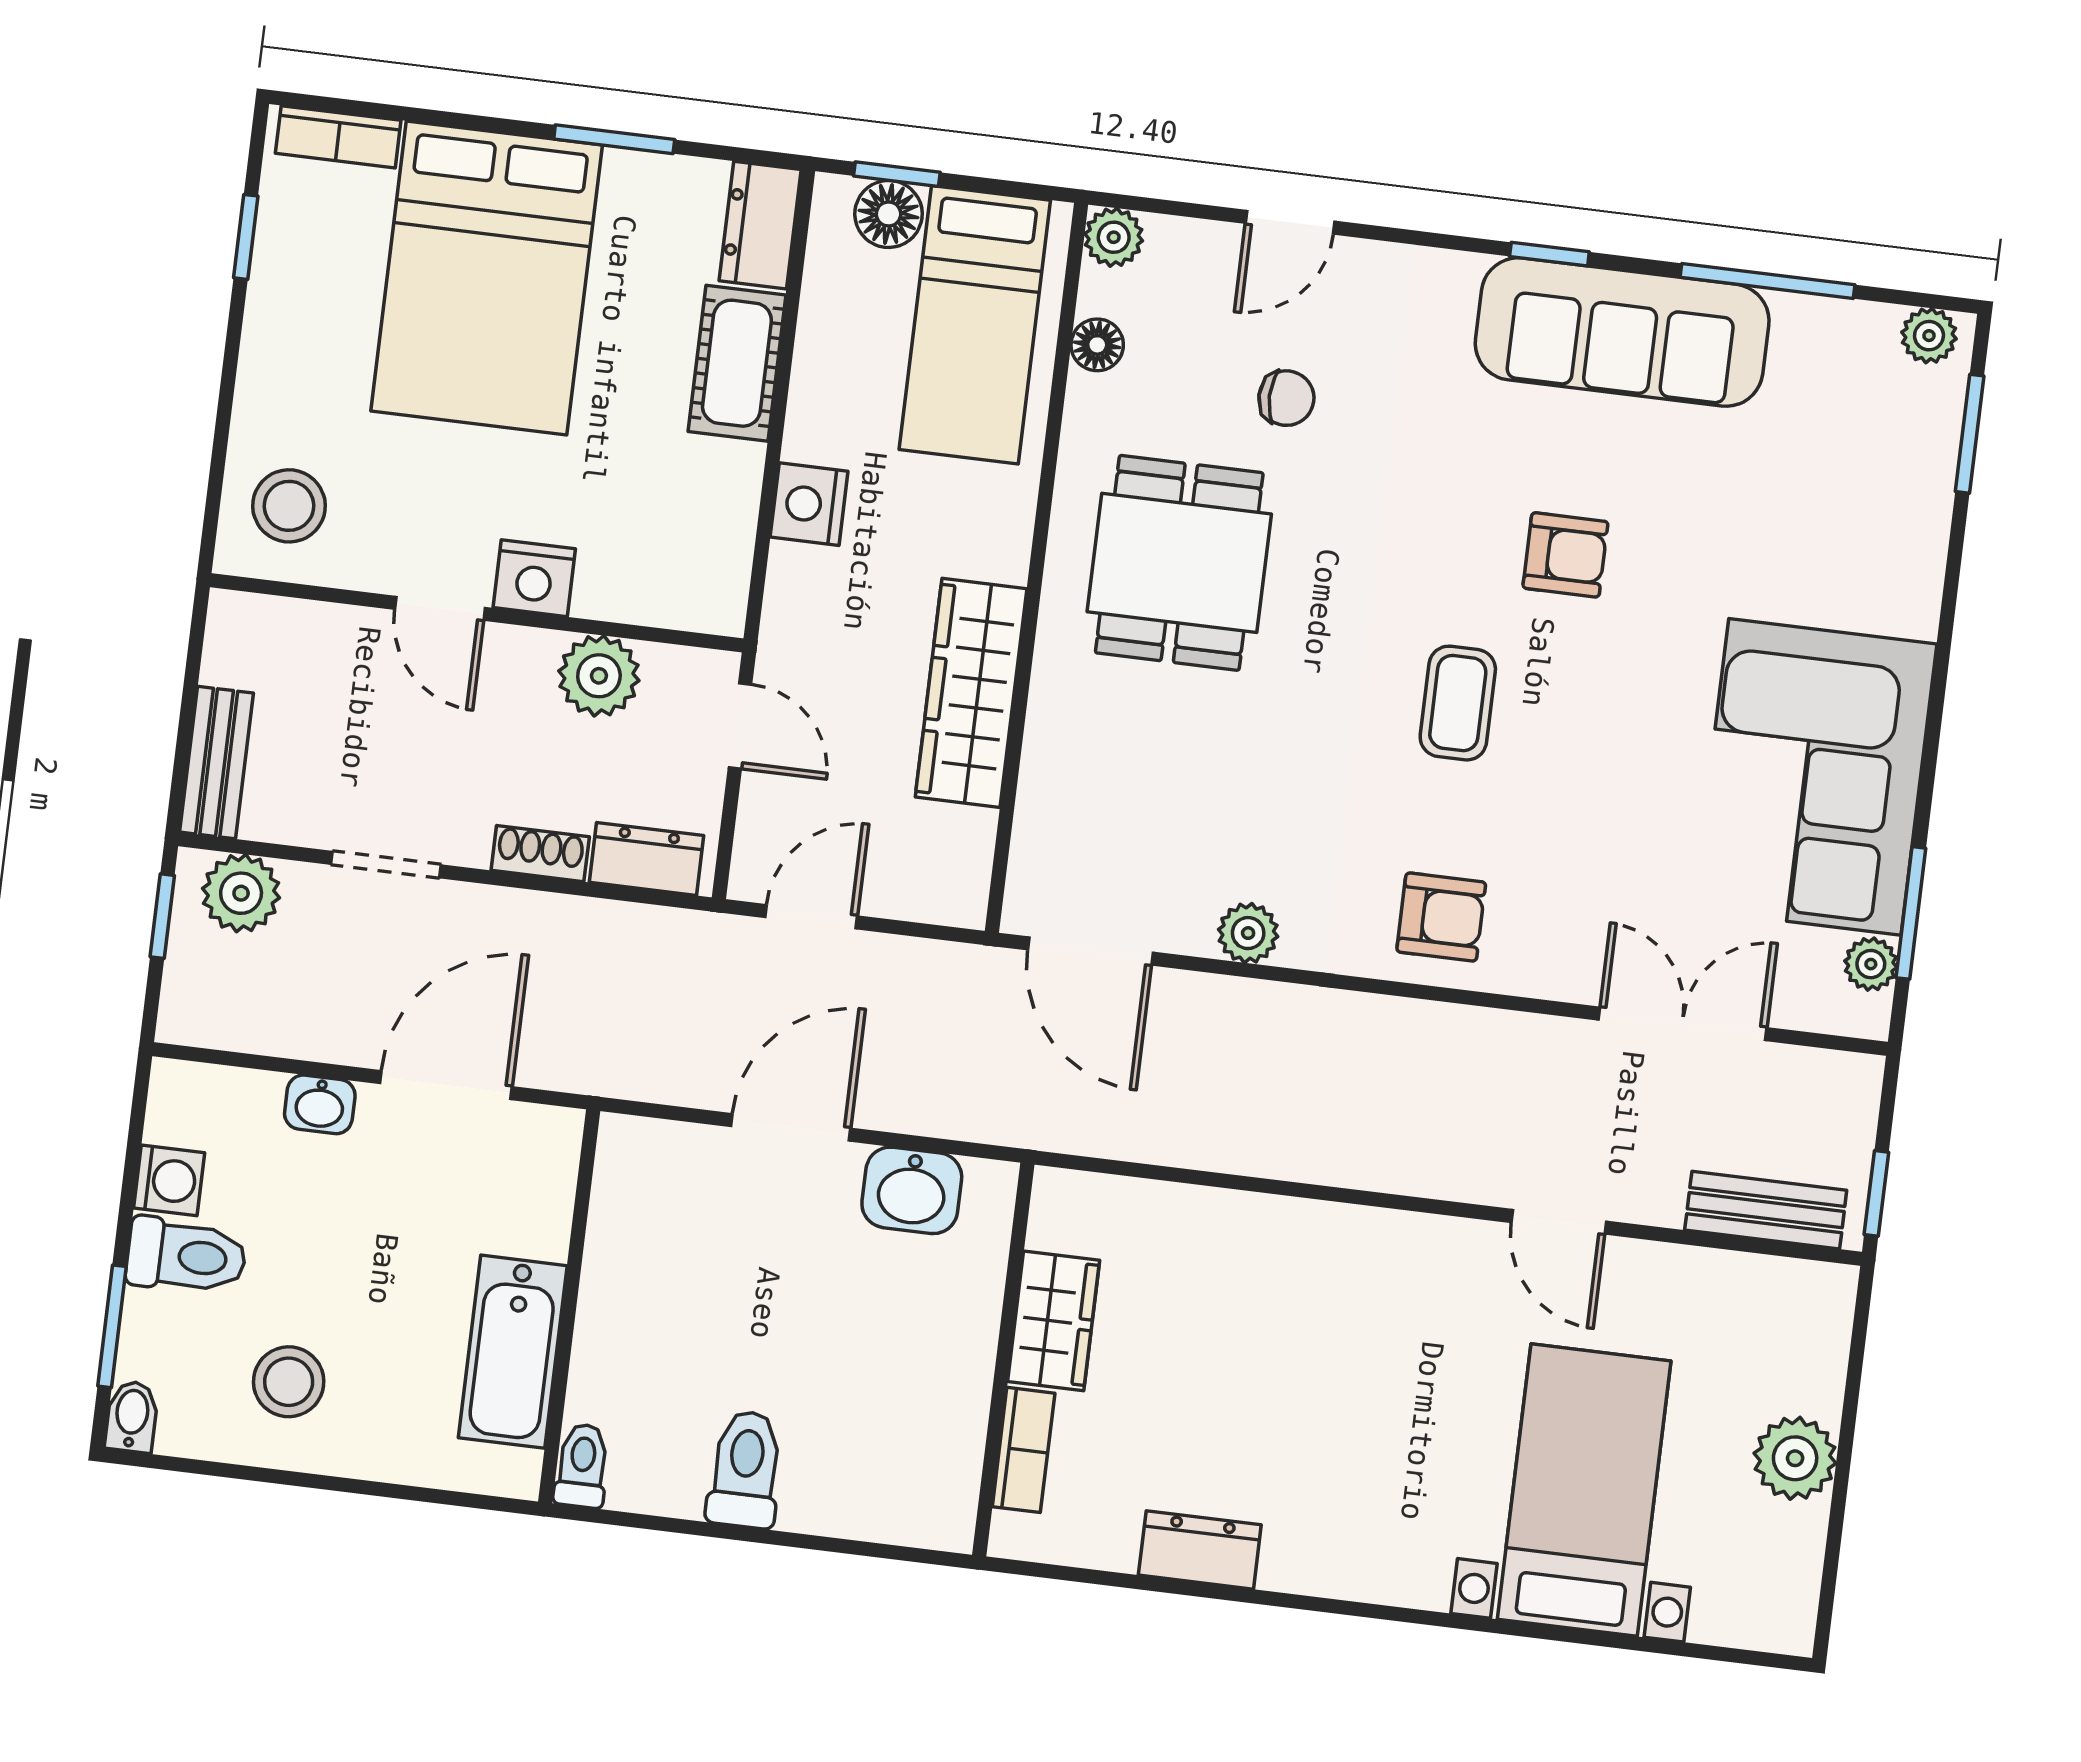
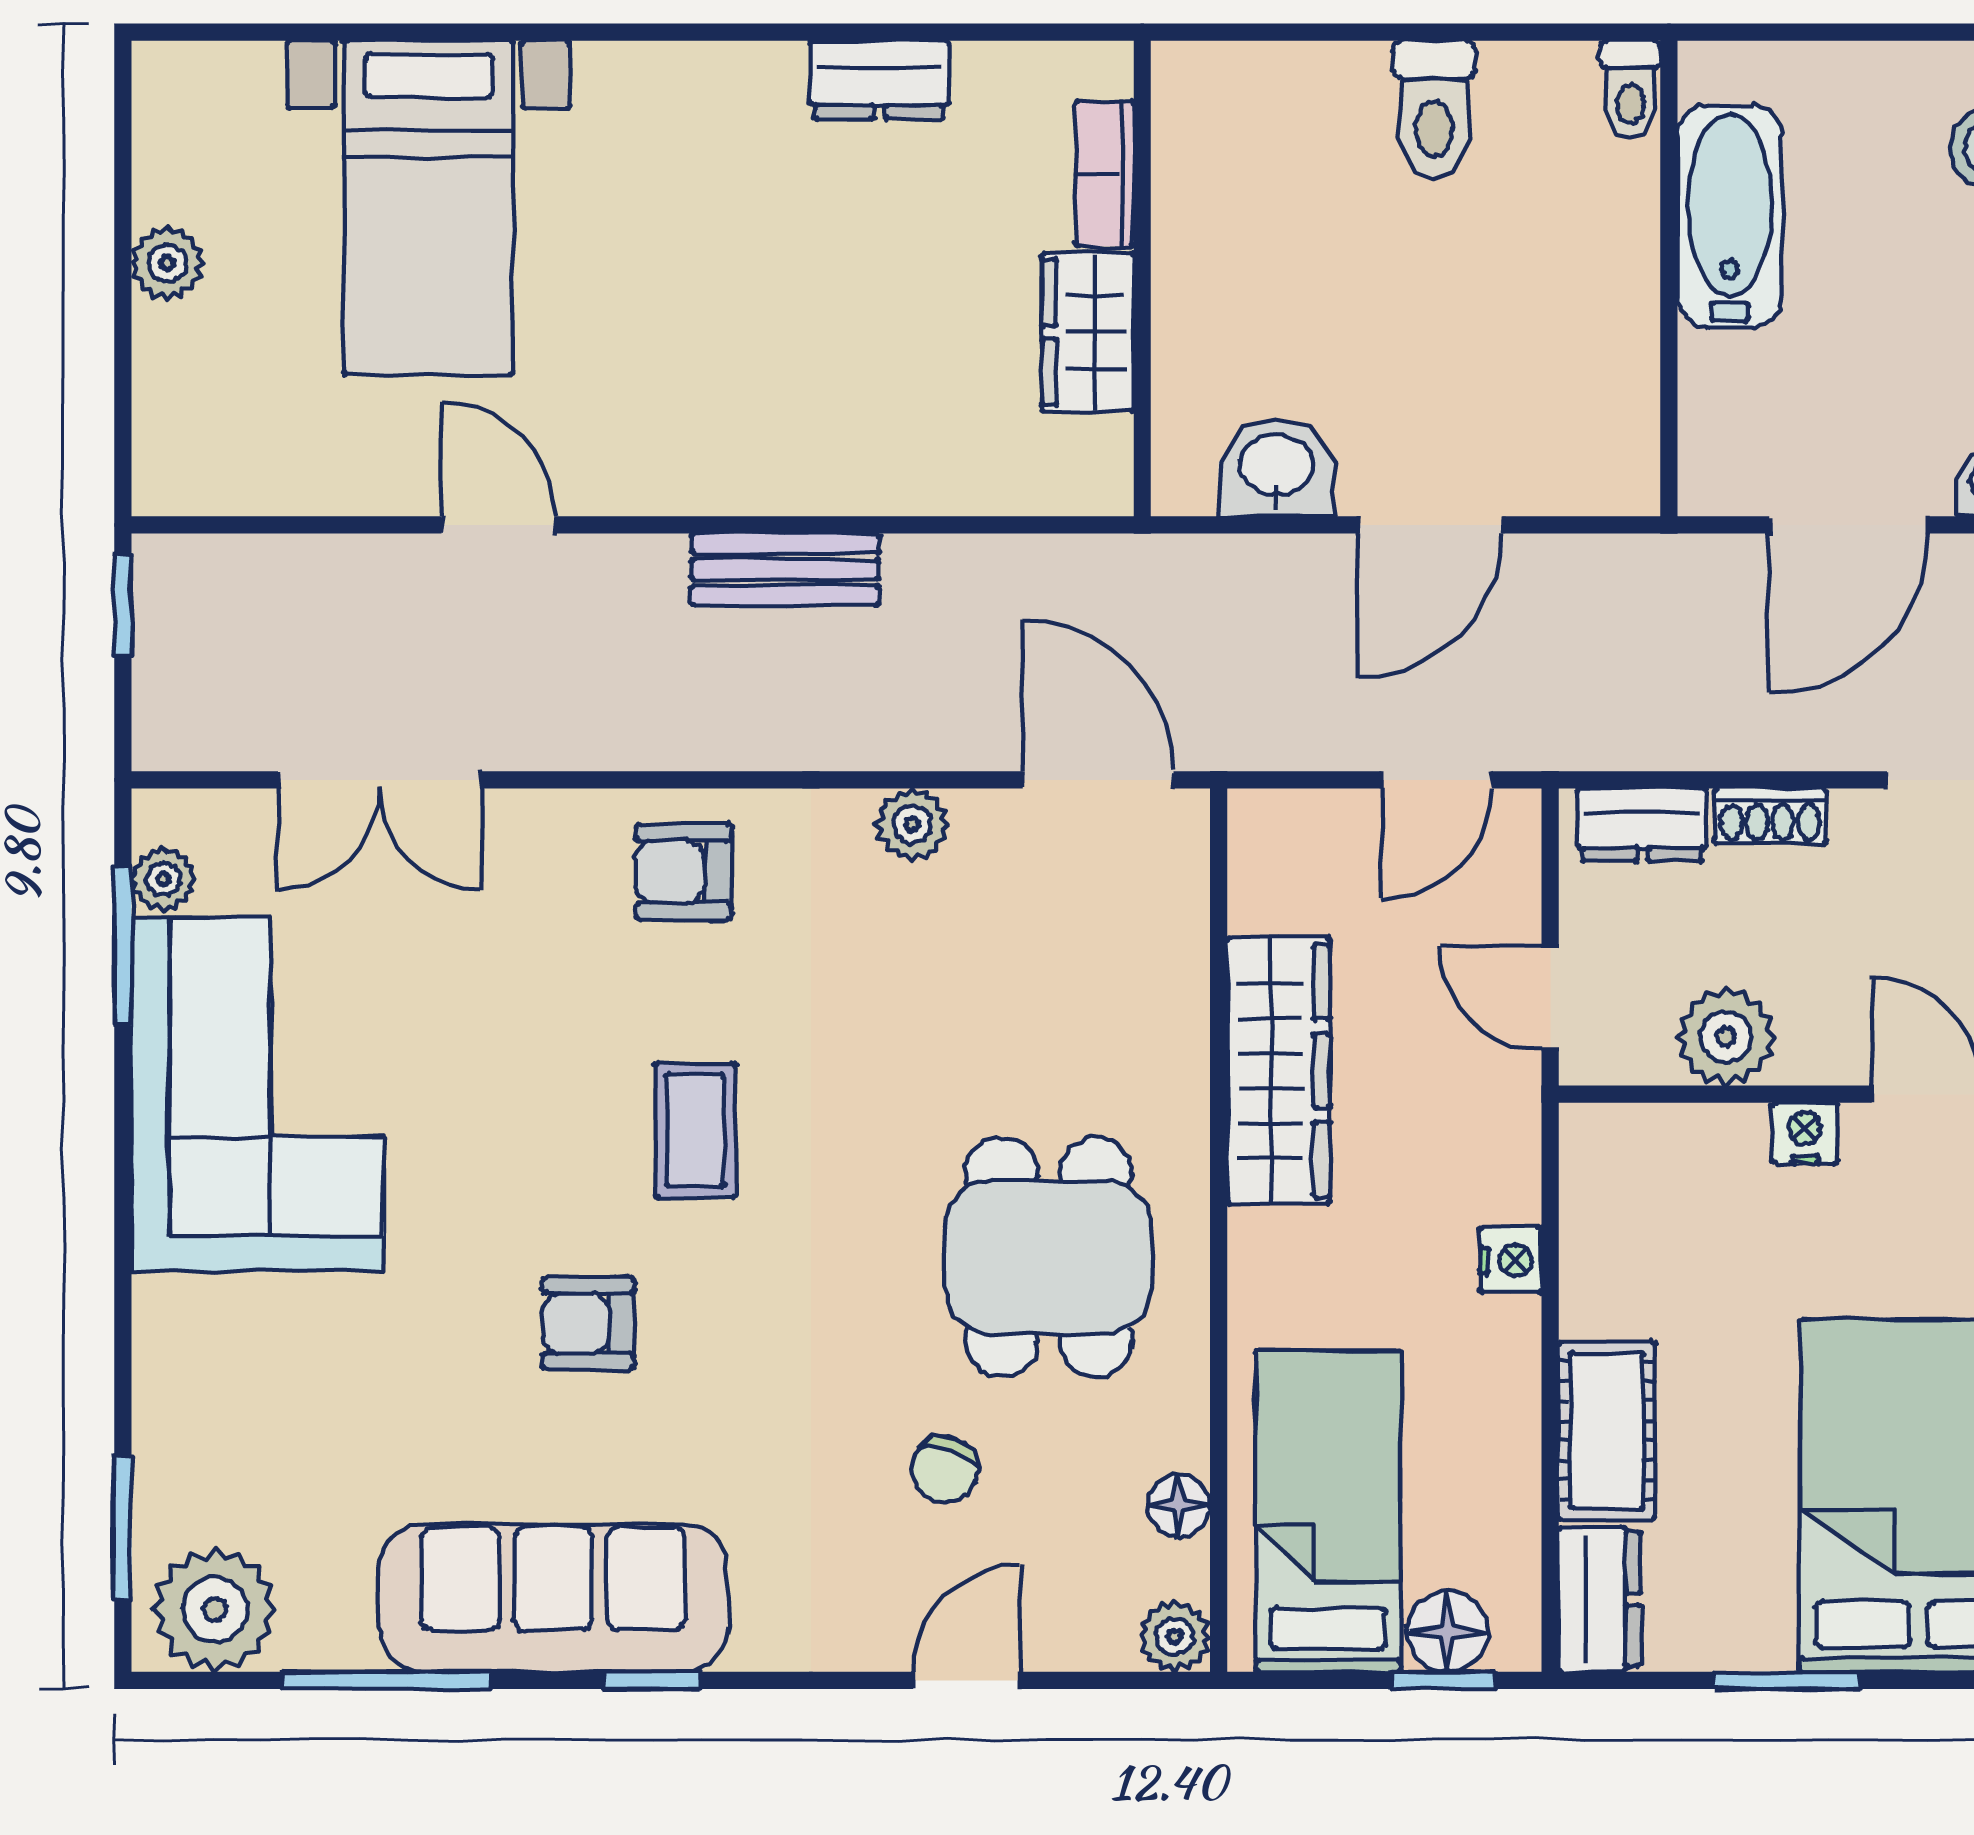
plant: (1929, 336) -> (215, 1610), width x1.88, depth x1.88
chair: (1286, 398) -> (945, 1470), turned -71
nightstand: (809, 504) -> (1511, 1260), width x0.72, depth x0.74
nightstand: (534, 578) -> (1805, 1133), width x0.72, depth x0.74
bench: (1766, 1210) -> (785, 569), moved
plant: (1795, 1458) -> (168, 263), width x0.73, depth x0.73

